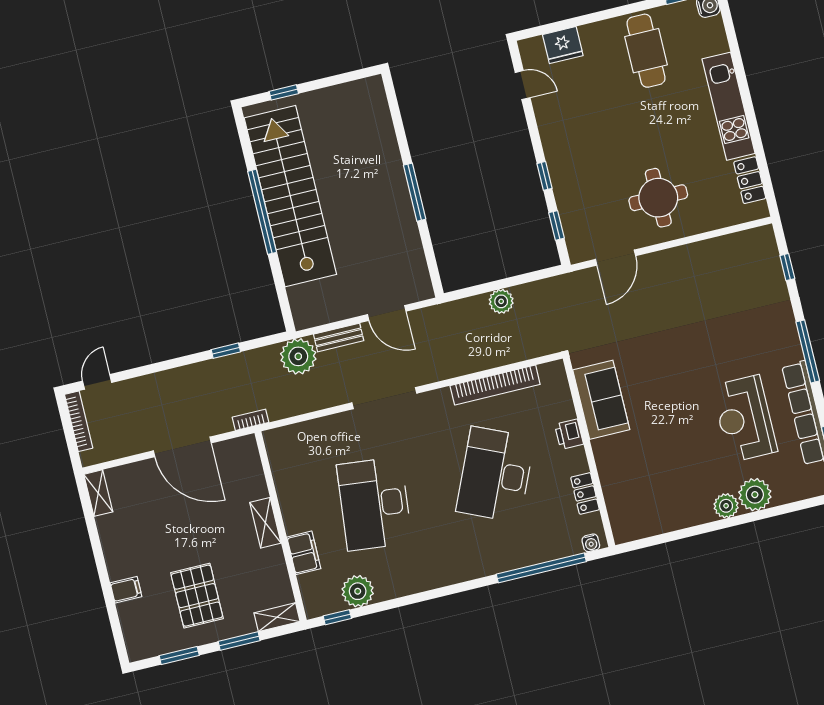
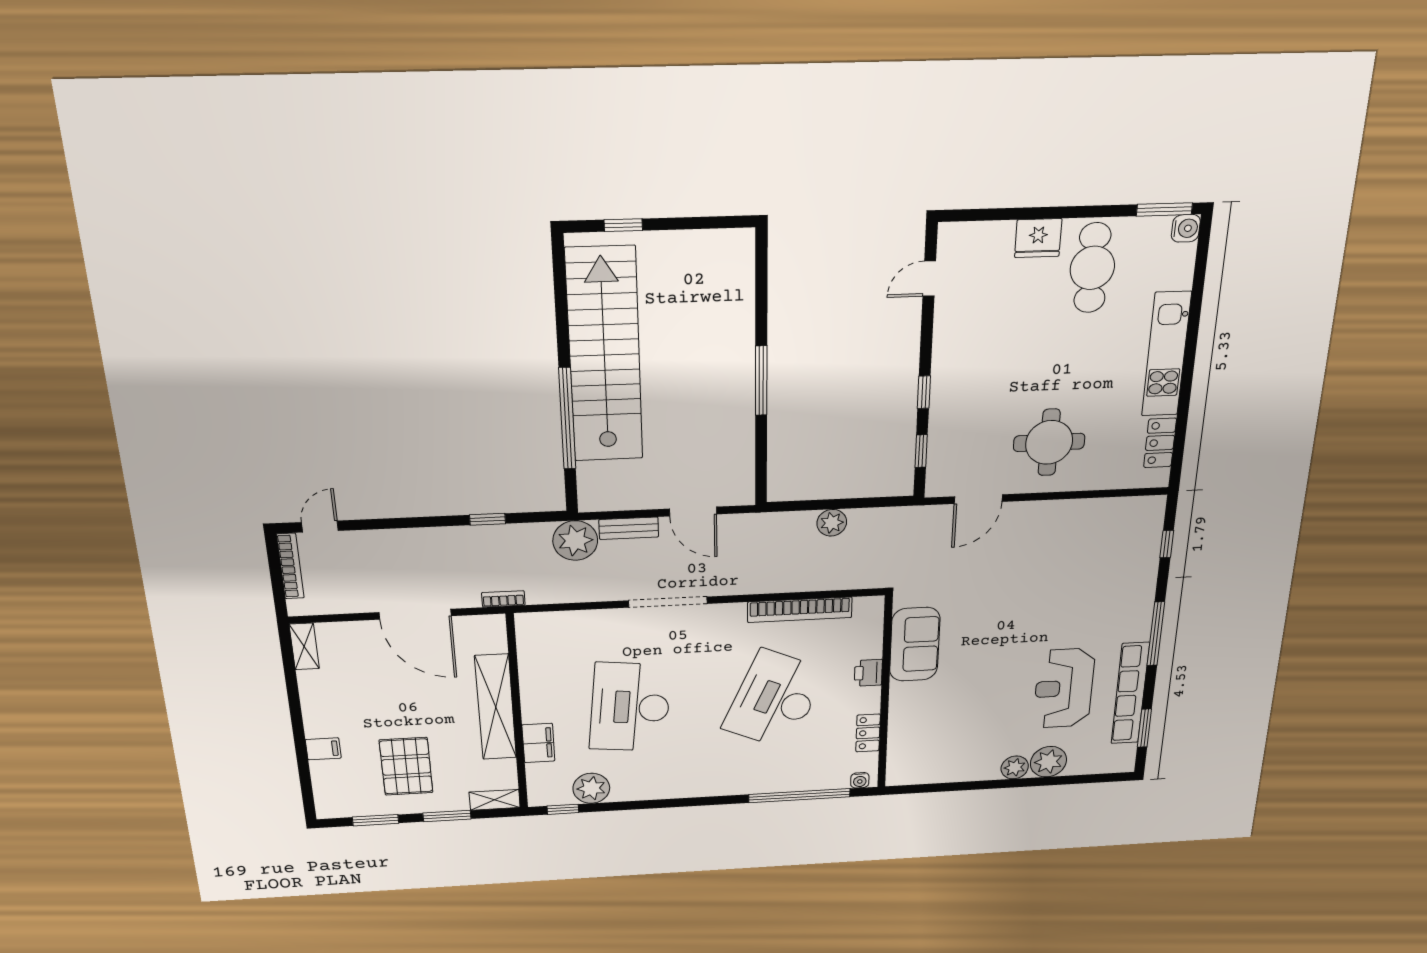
fridge: (563, 45) -> (1038, 238), moved
door: (523, 85) -> (929, 279), swing flipped
window: (262, 212) -> (567, 419), moved
shelving: (265, 523) -> (496, 707), width x2.20, depth x1.33

